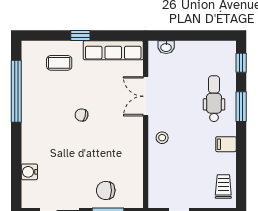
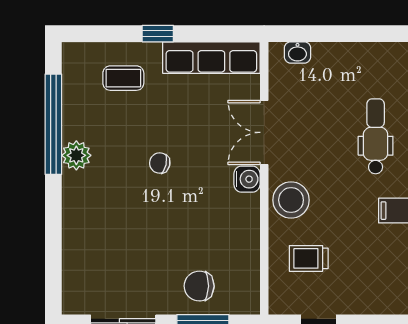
plant: (30, 110) -> (76, 155), added
stool: (162, 138) -> (291, 200), width x1.89, depth x1.89
water cooler: (29, 172) -> (247, 179), moved, turned 180
trolley: (223, 186) -> (309, 258), moved, turned -90

